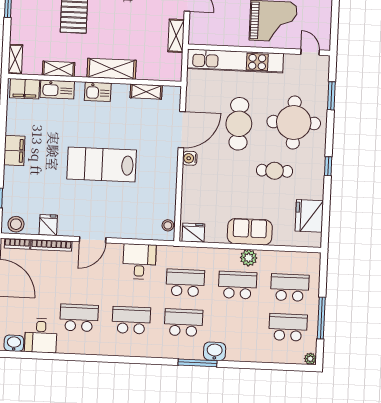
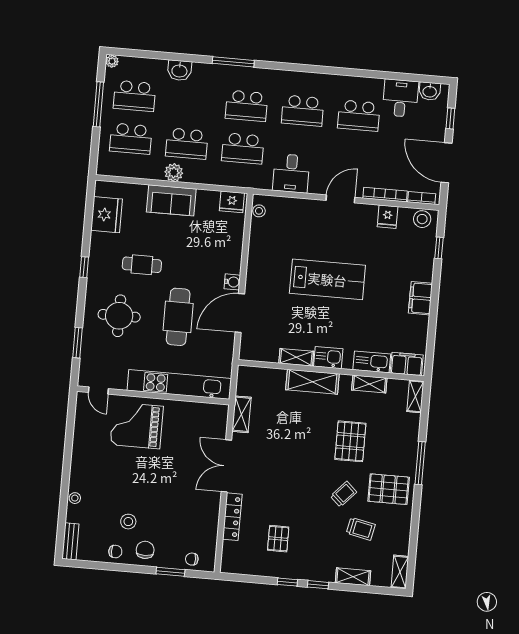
shelving: (146, 92) -> (296, 357), moved
round table: (294, 123) -> (119, 316), width x0.73, depth x0.73
washbasin: (215, 351) -> (179, 70), moved

